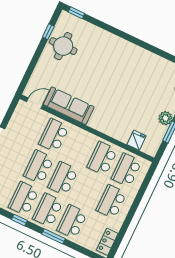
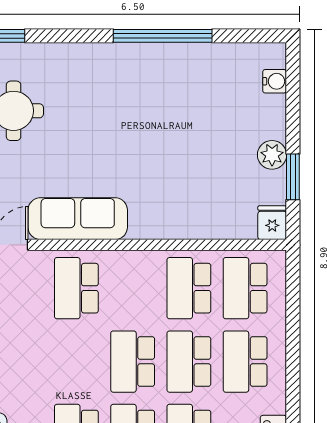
window: (143, 44) -> (163, 36), added
fridge: (137, 140) -> (272, 223), moved
school desk: (39, 167) -> (189, 362), moved

